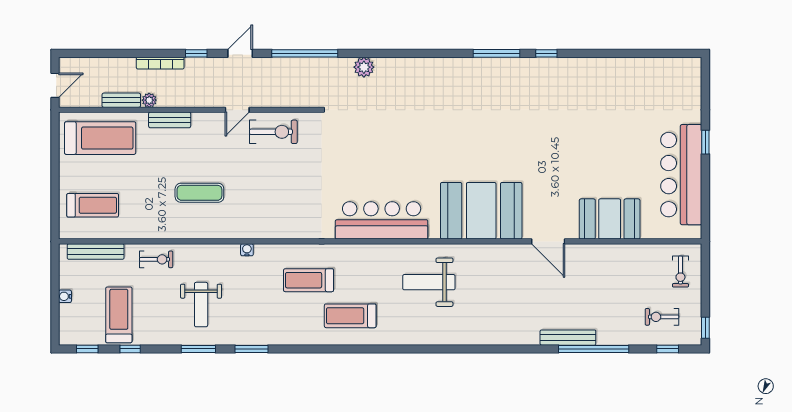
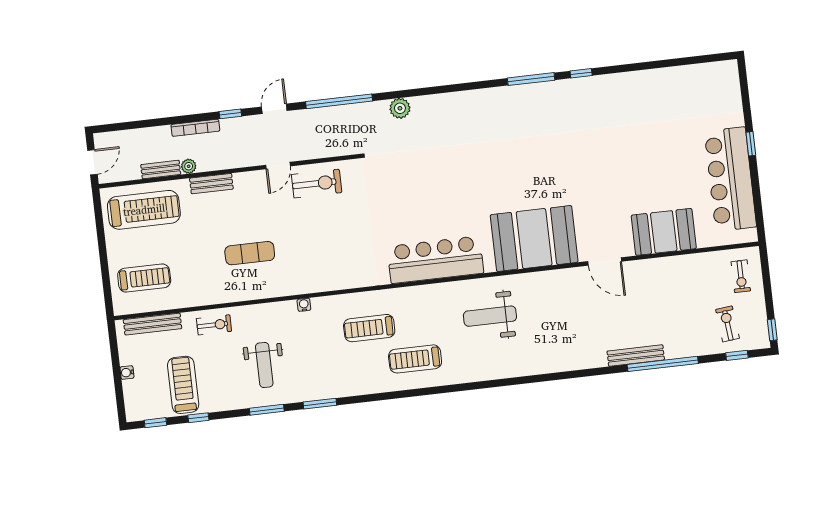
exercise bike: (662, 317) -> (728, 324), turned 84

